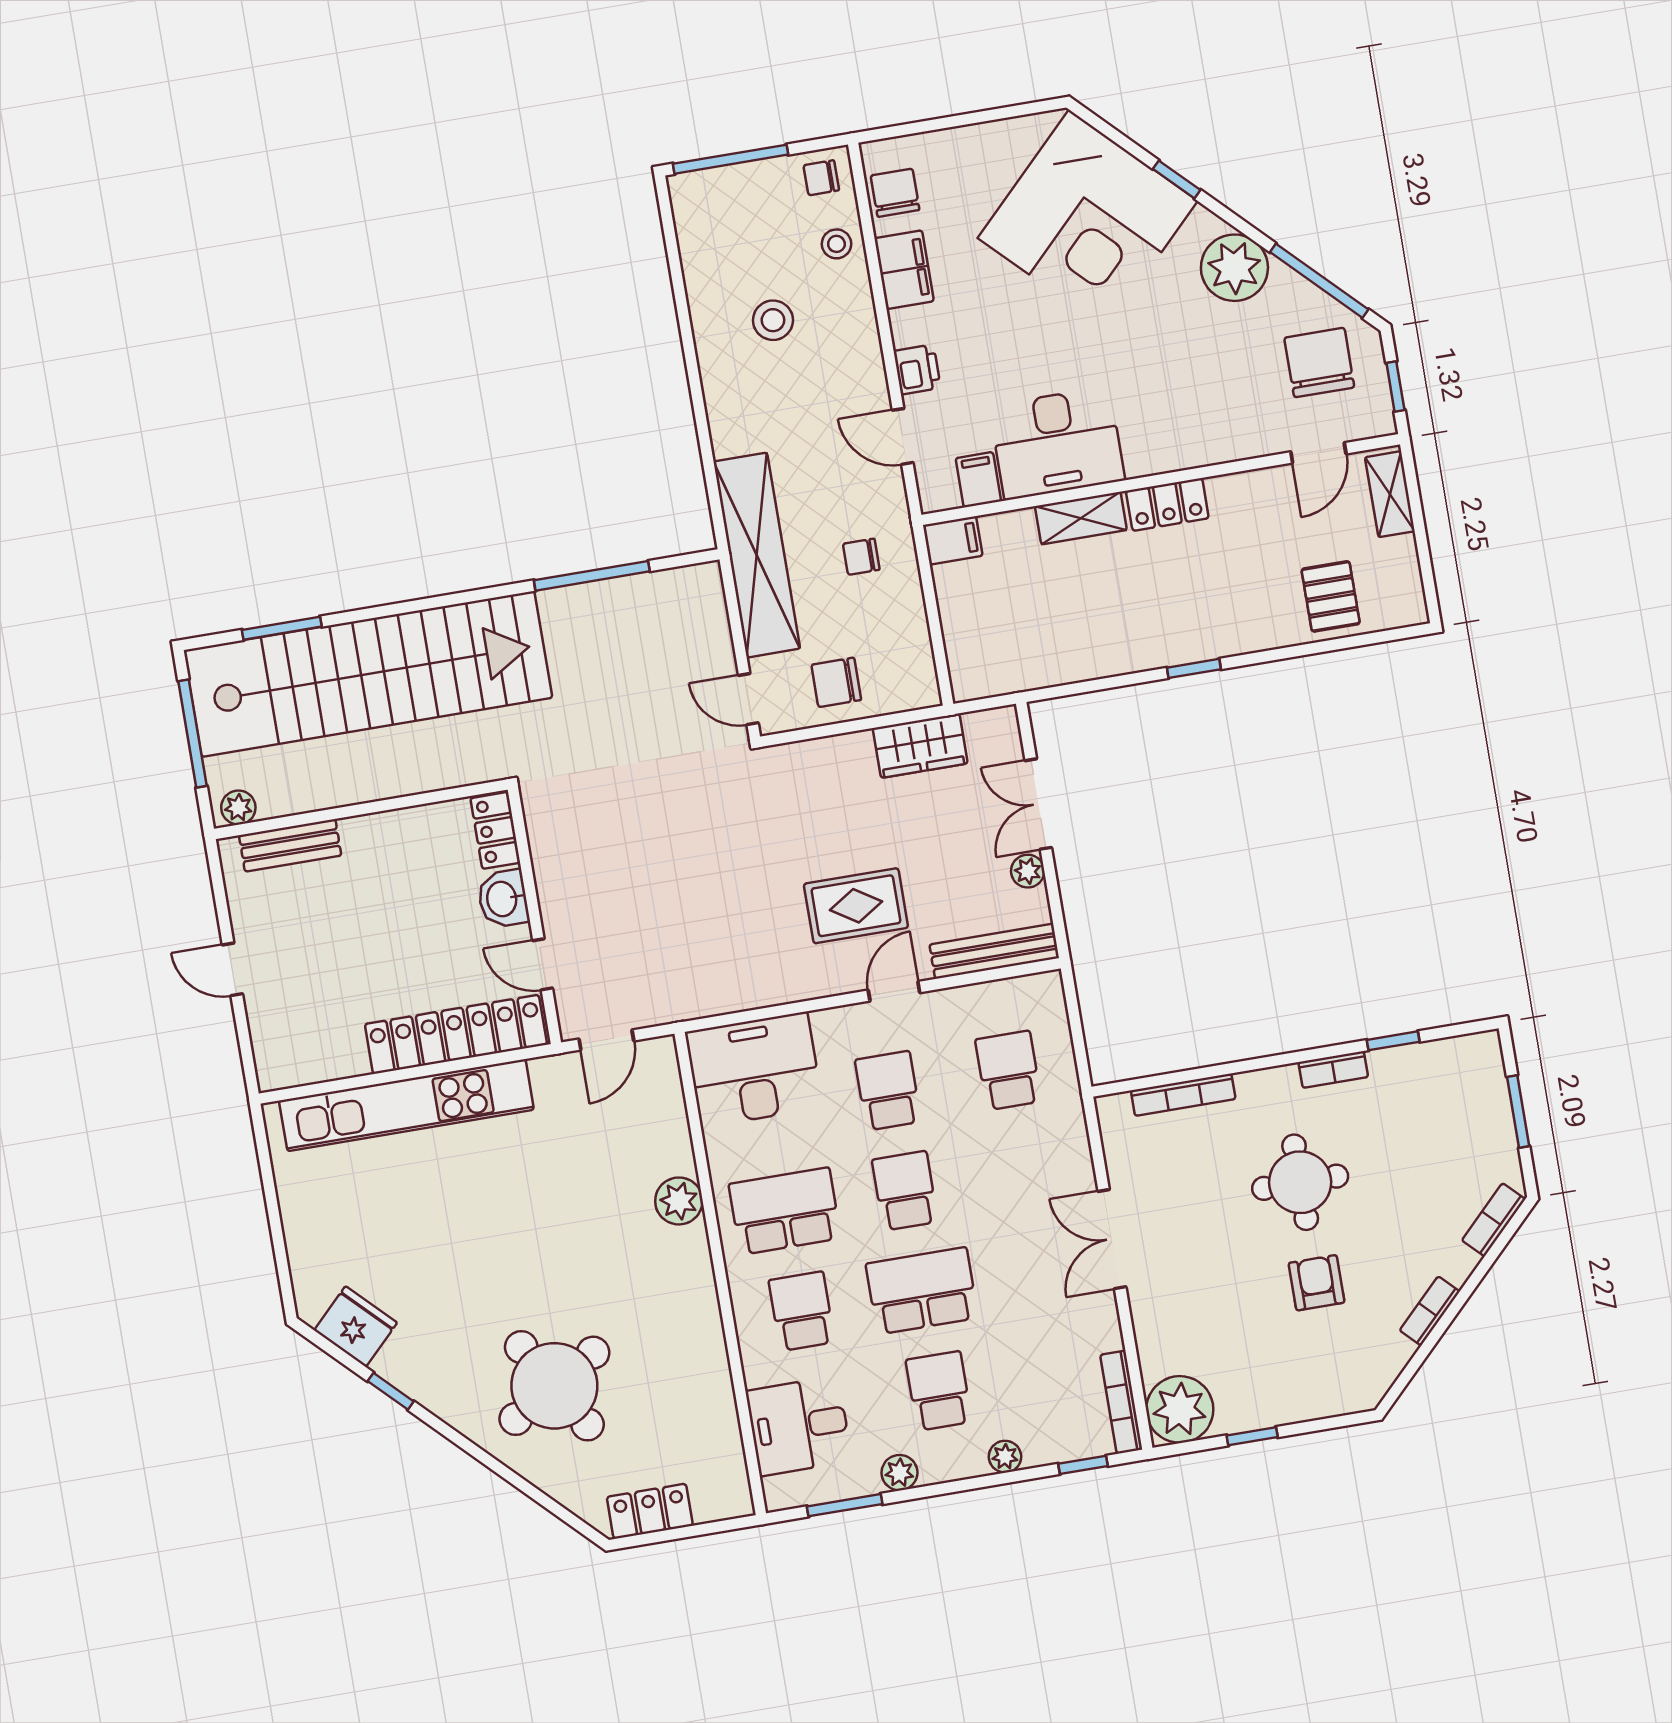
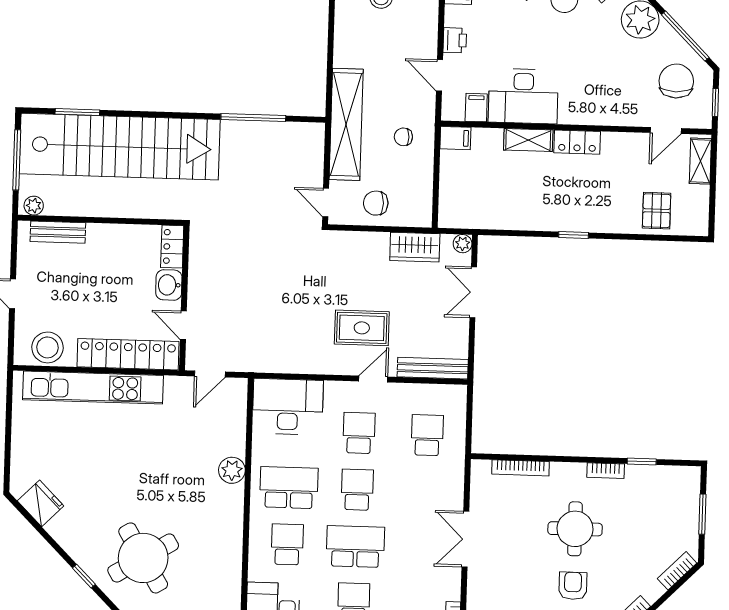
plant: (1028, 871) -> (463, 244), moved
stool: (313, 1051) -> (47, 347), added
window: (391, 1391) -> (84, 576), moved

